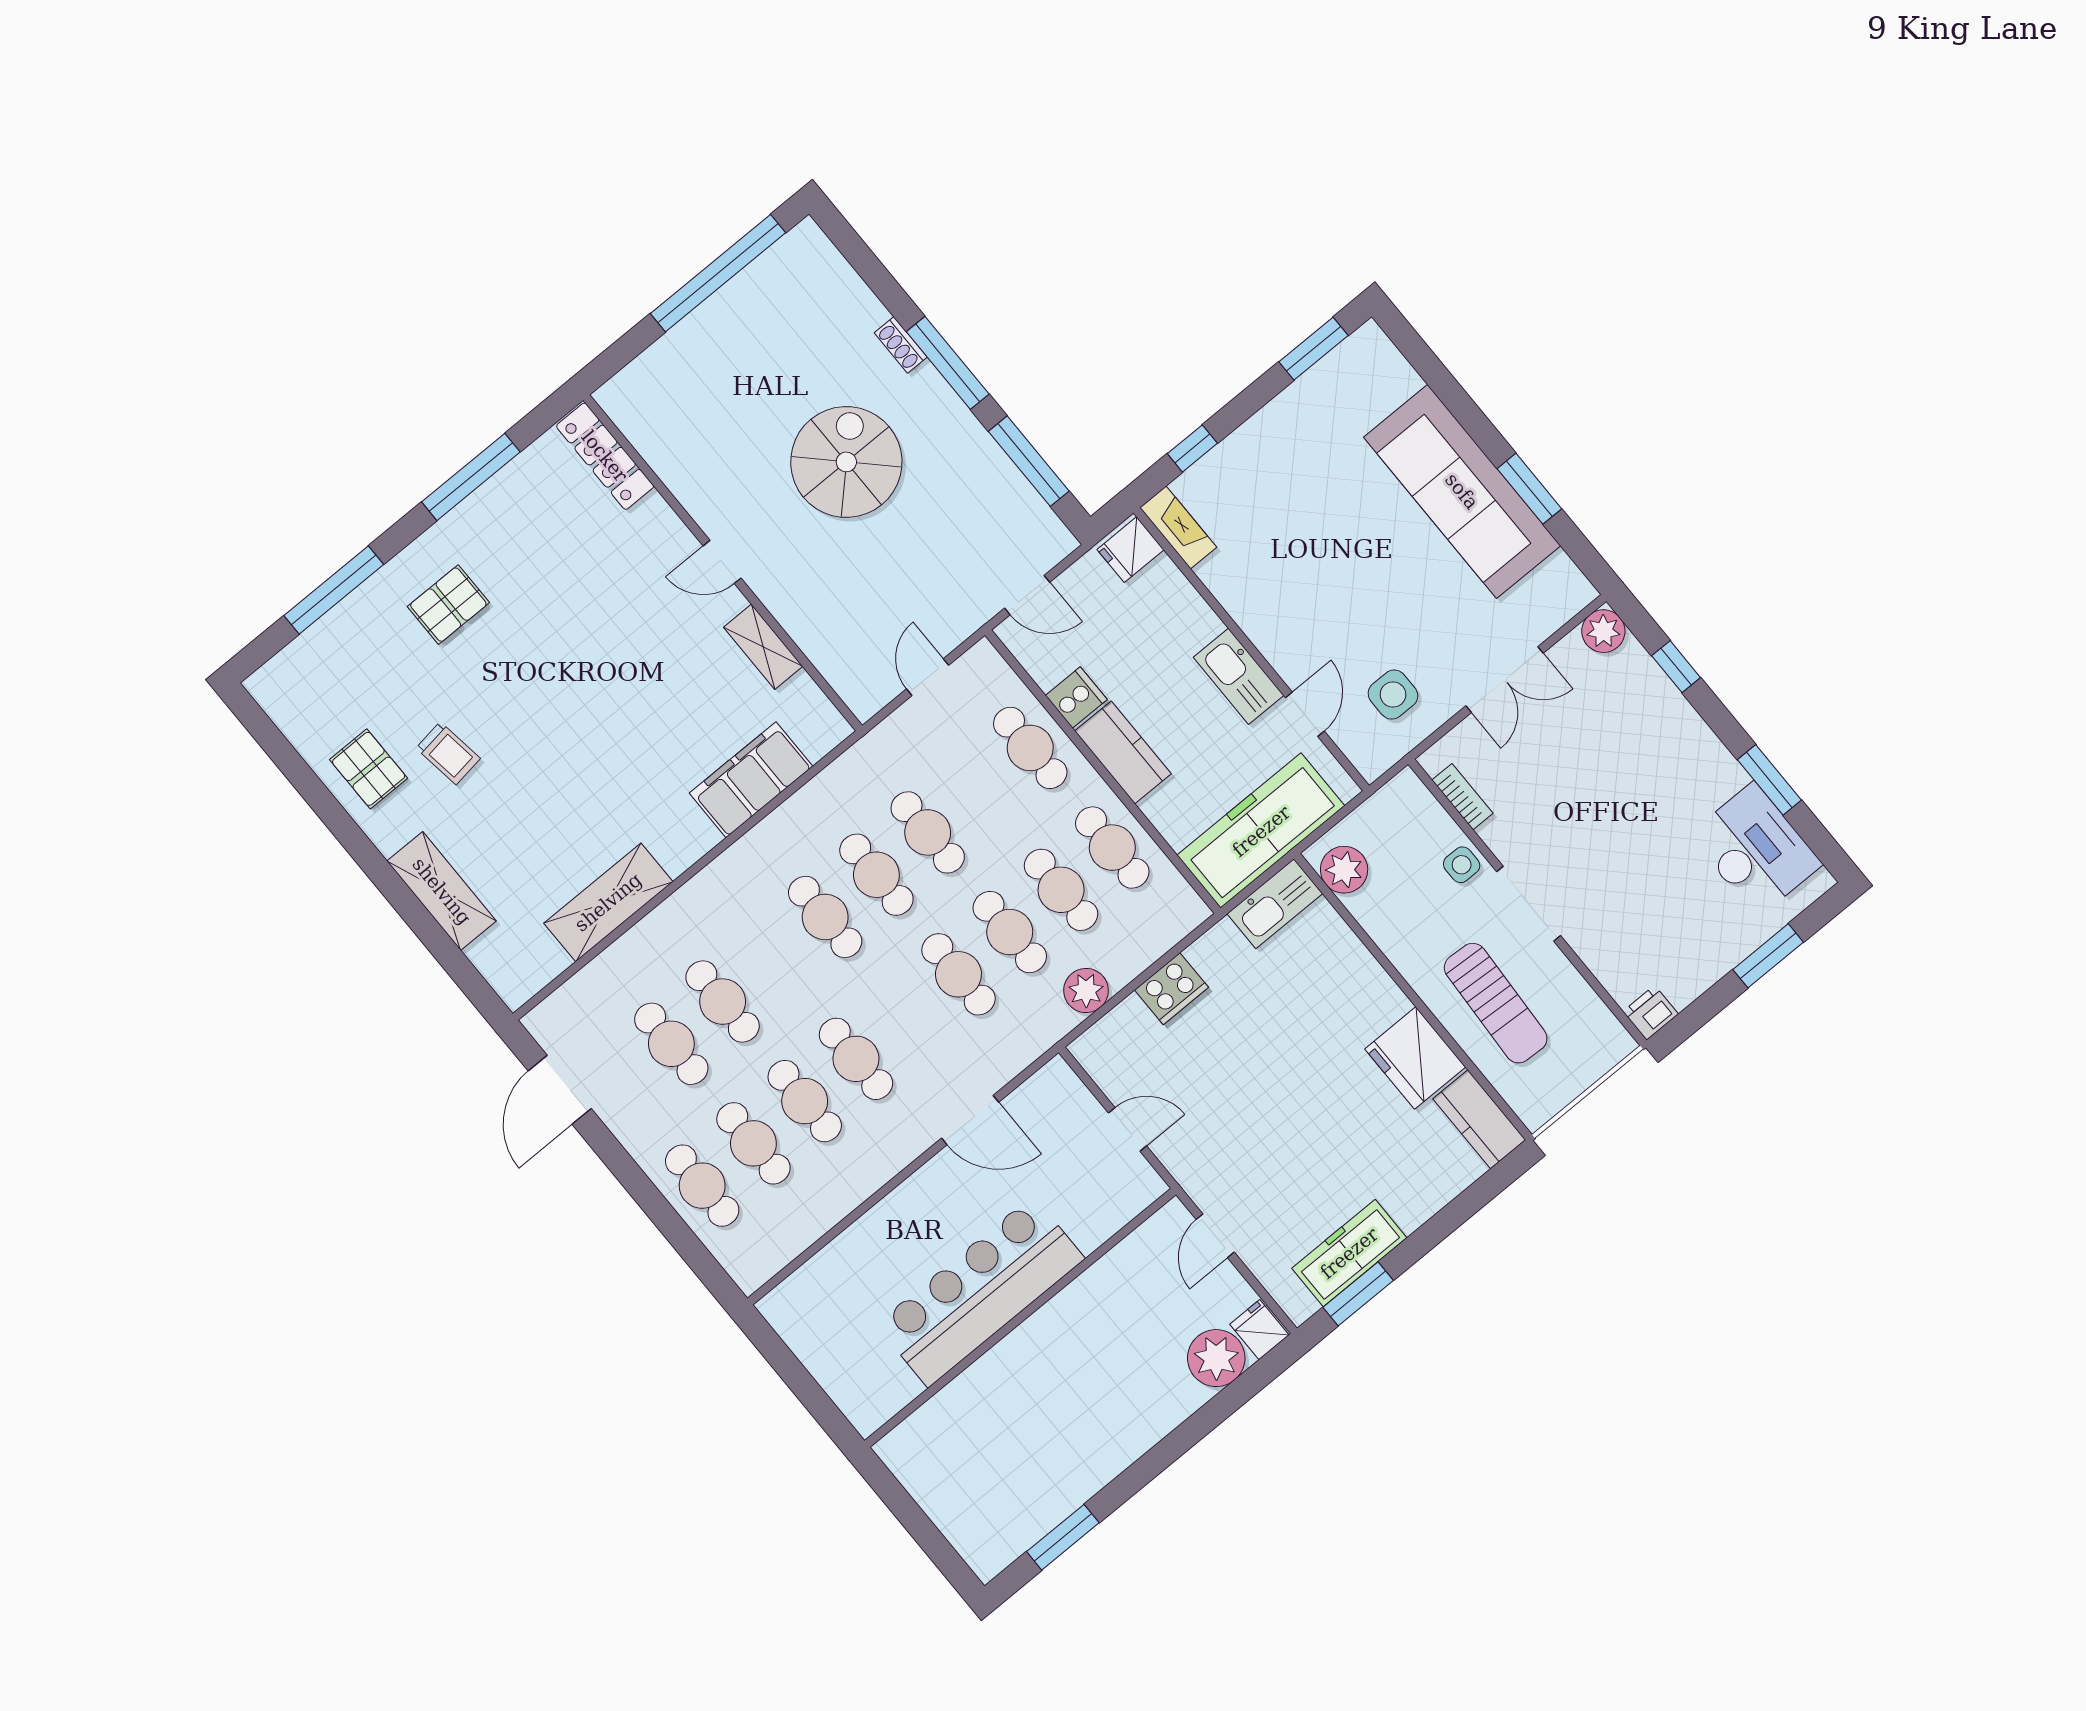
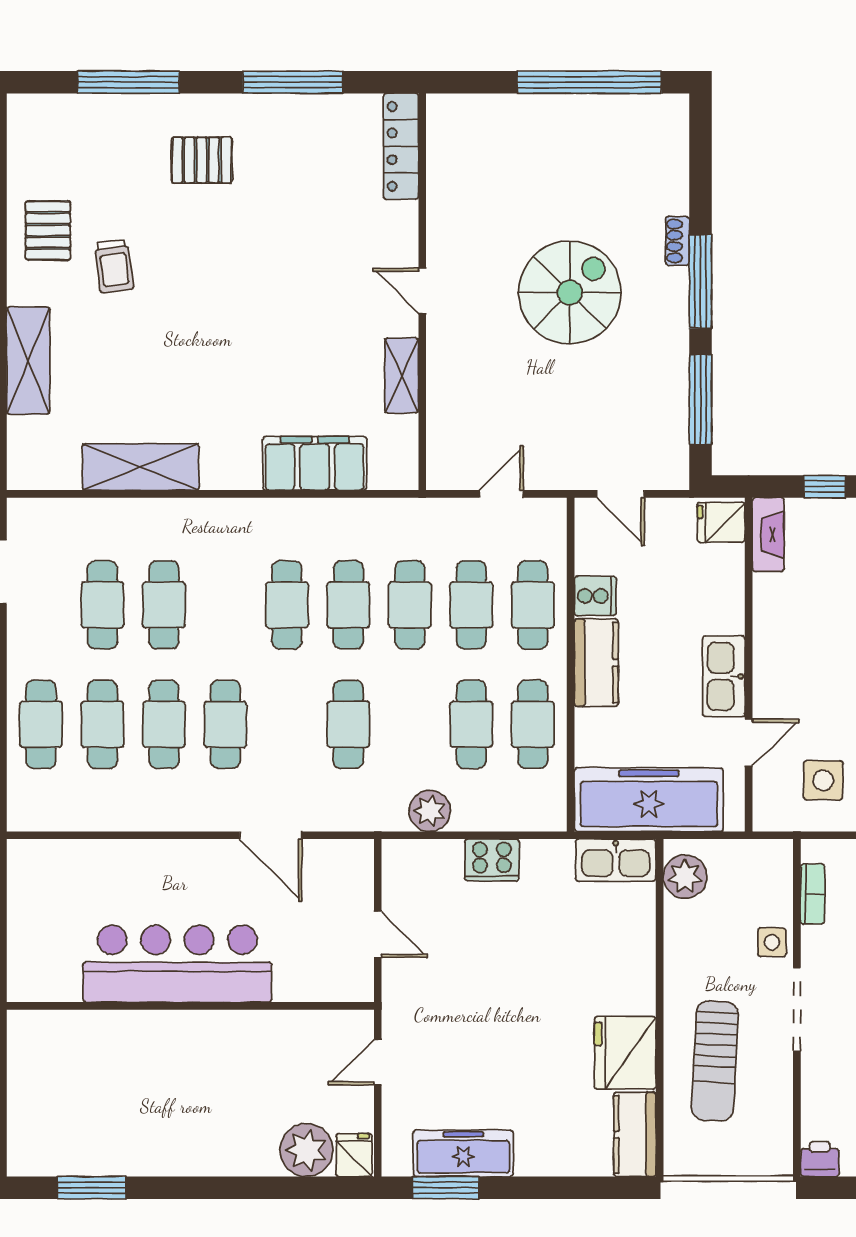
cafe table: (1010, 932) -> (471, 605), moved

